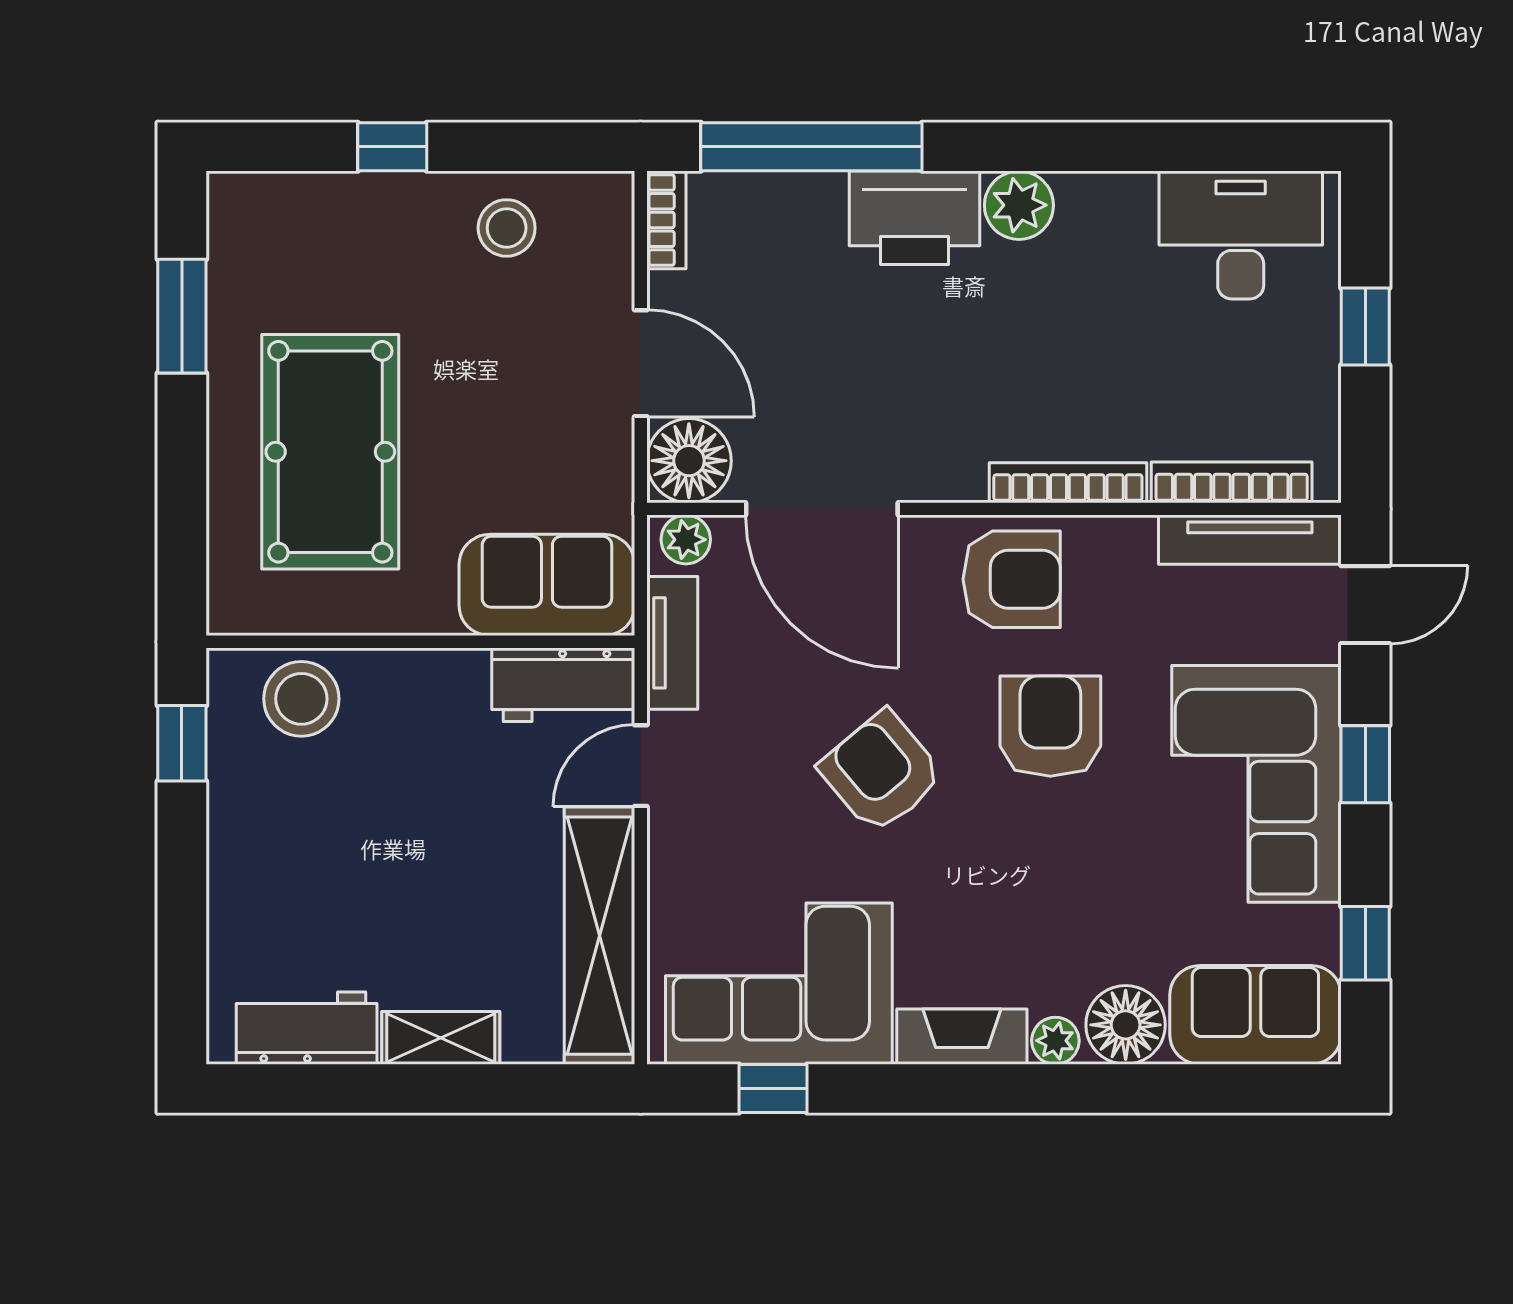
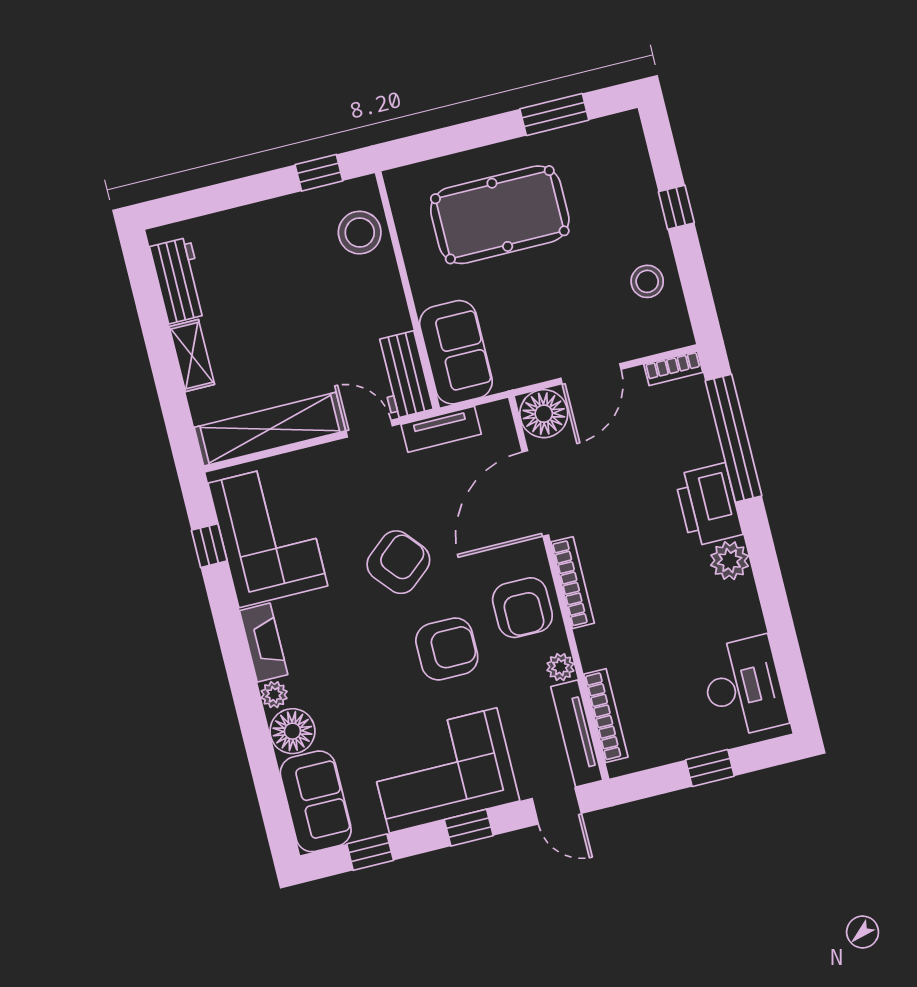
bookcase: (1068, 483) -> (573, 583), moved
plant: (686, 540) -> (560, 667), moved

